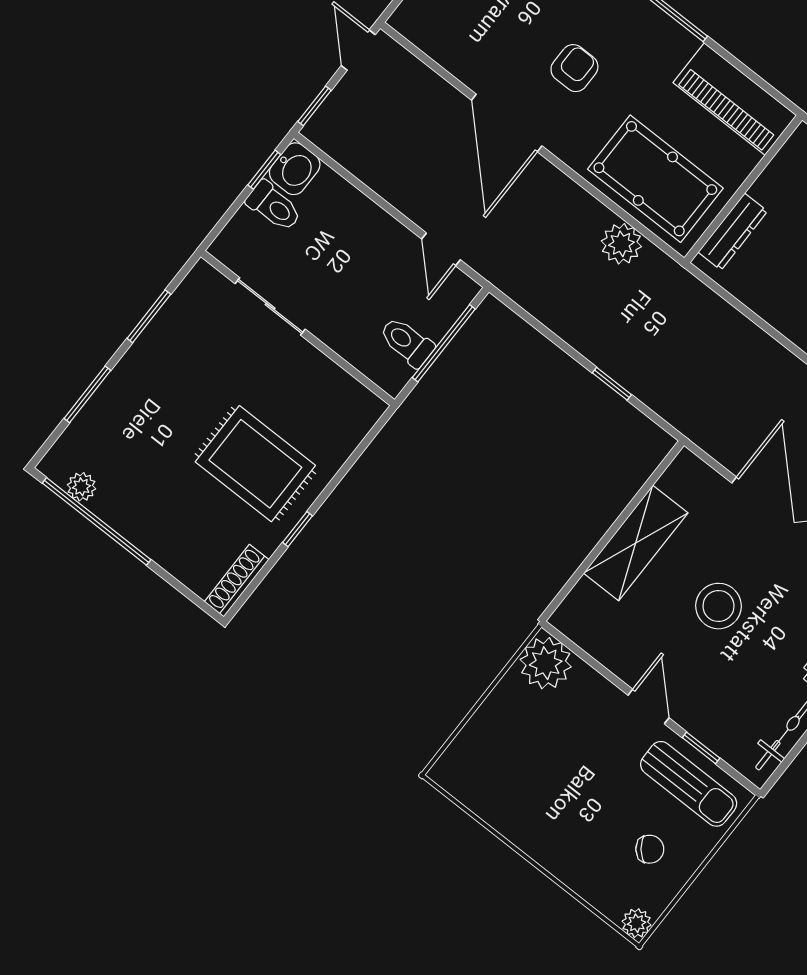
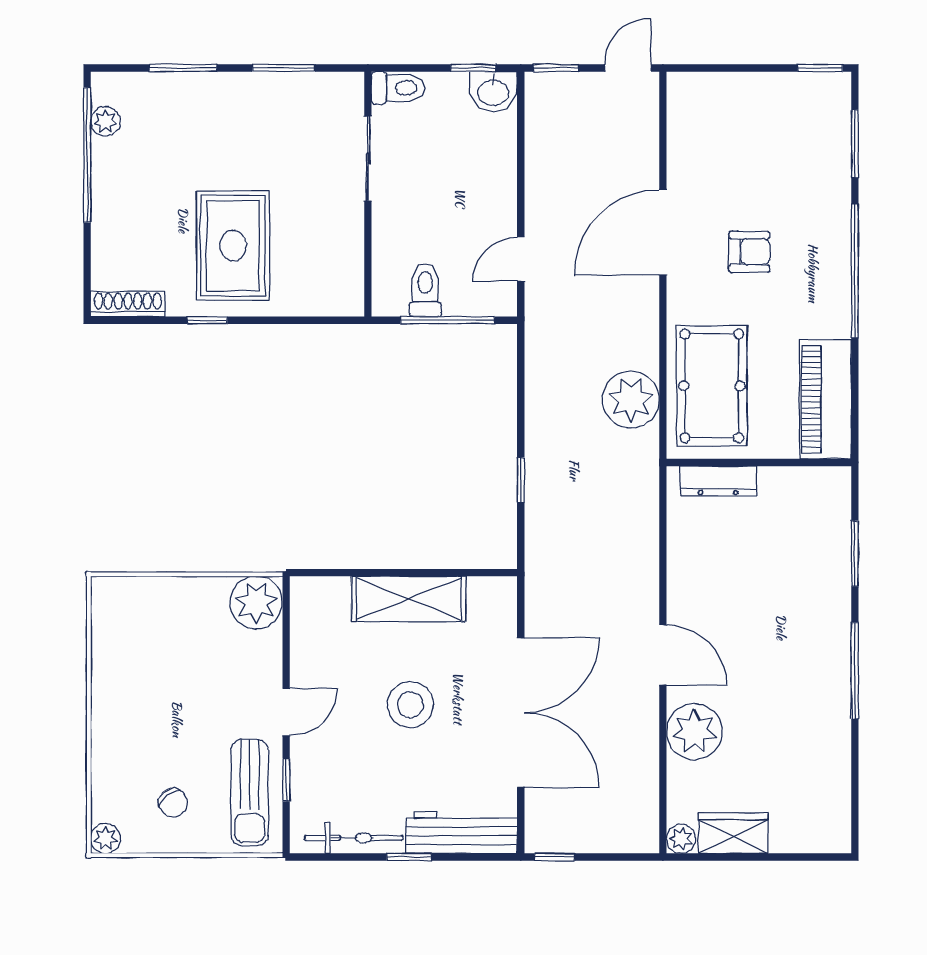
toilet: (274, 206) -> (399, 88), moved, turned -90
plant: (621, 244) -> (631, 400), width x1.36, depth x1.36

